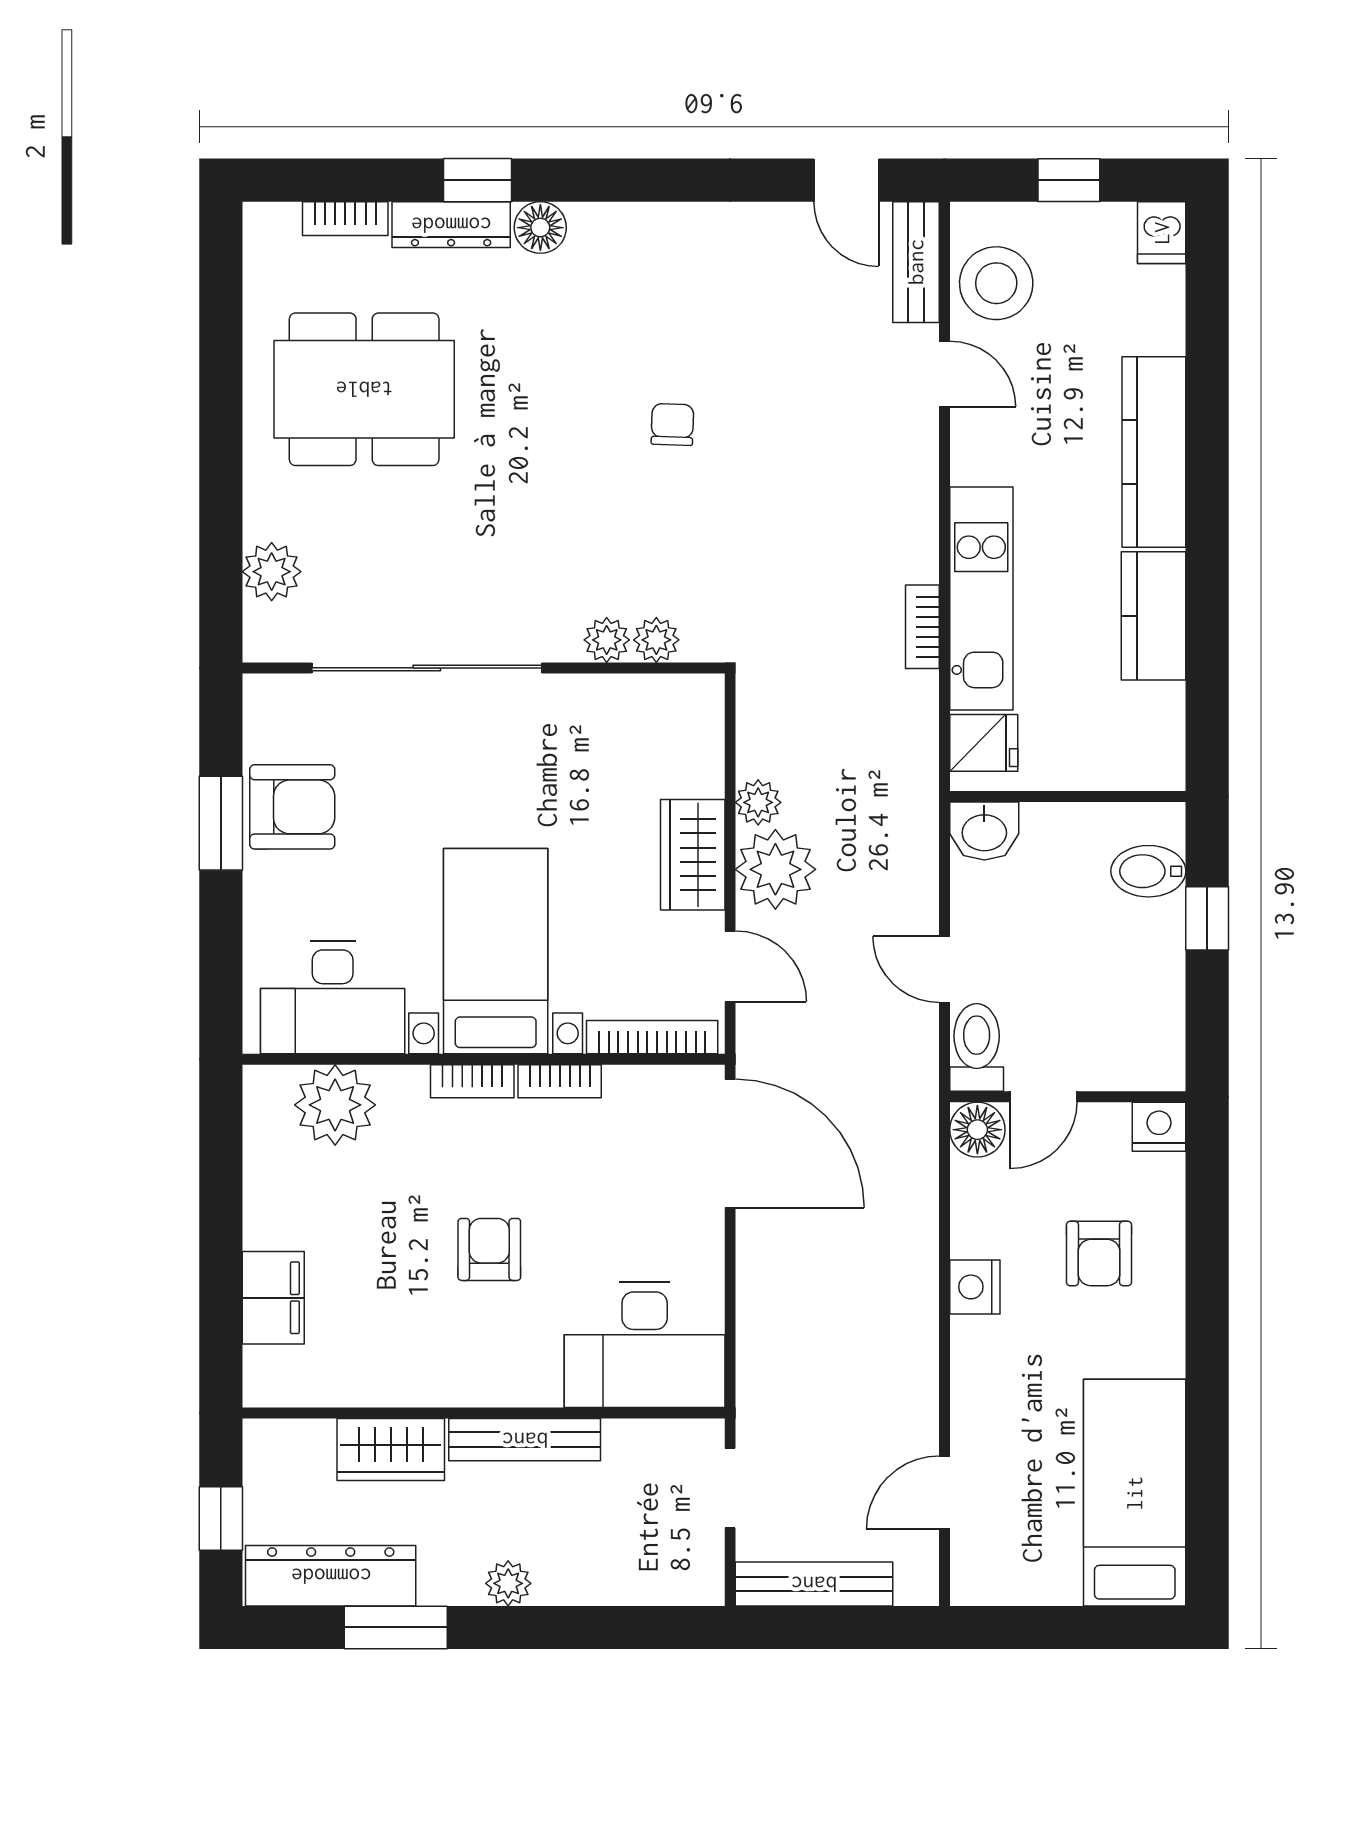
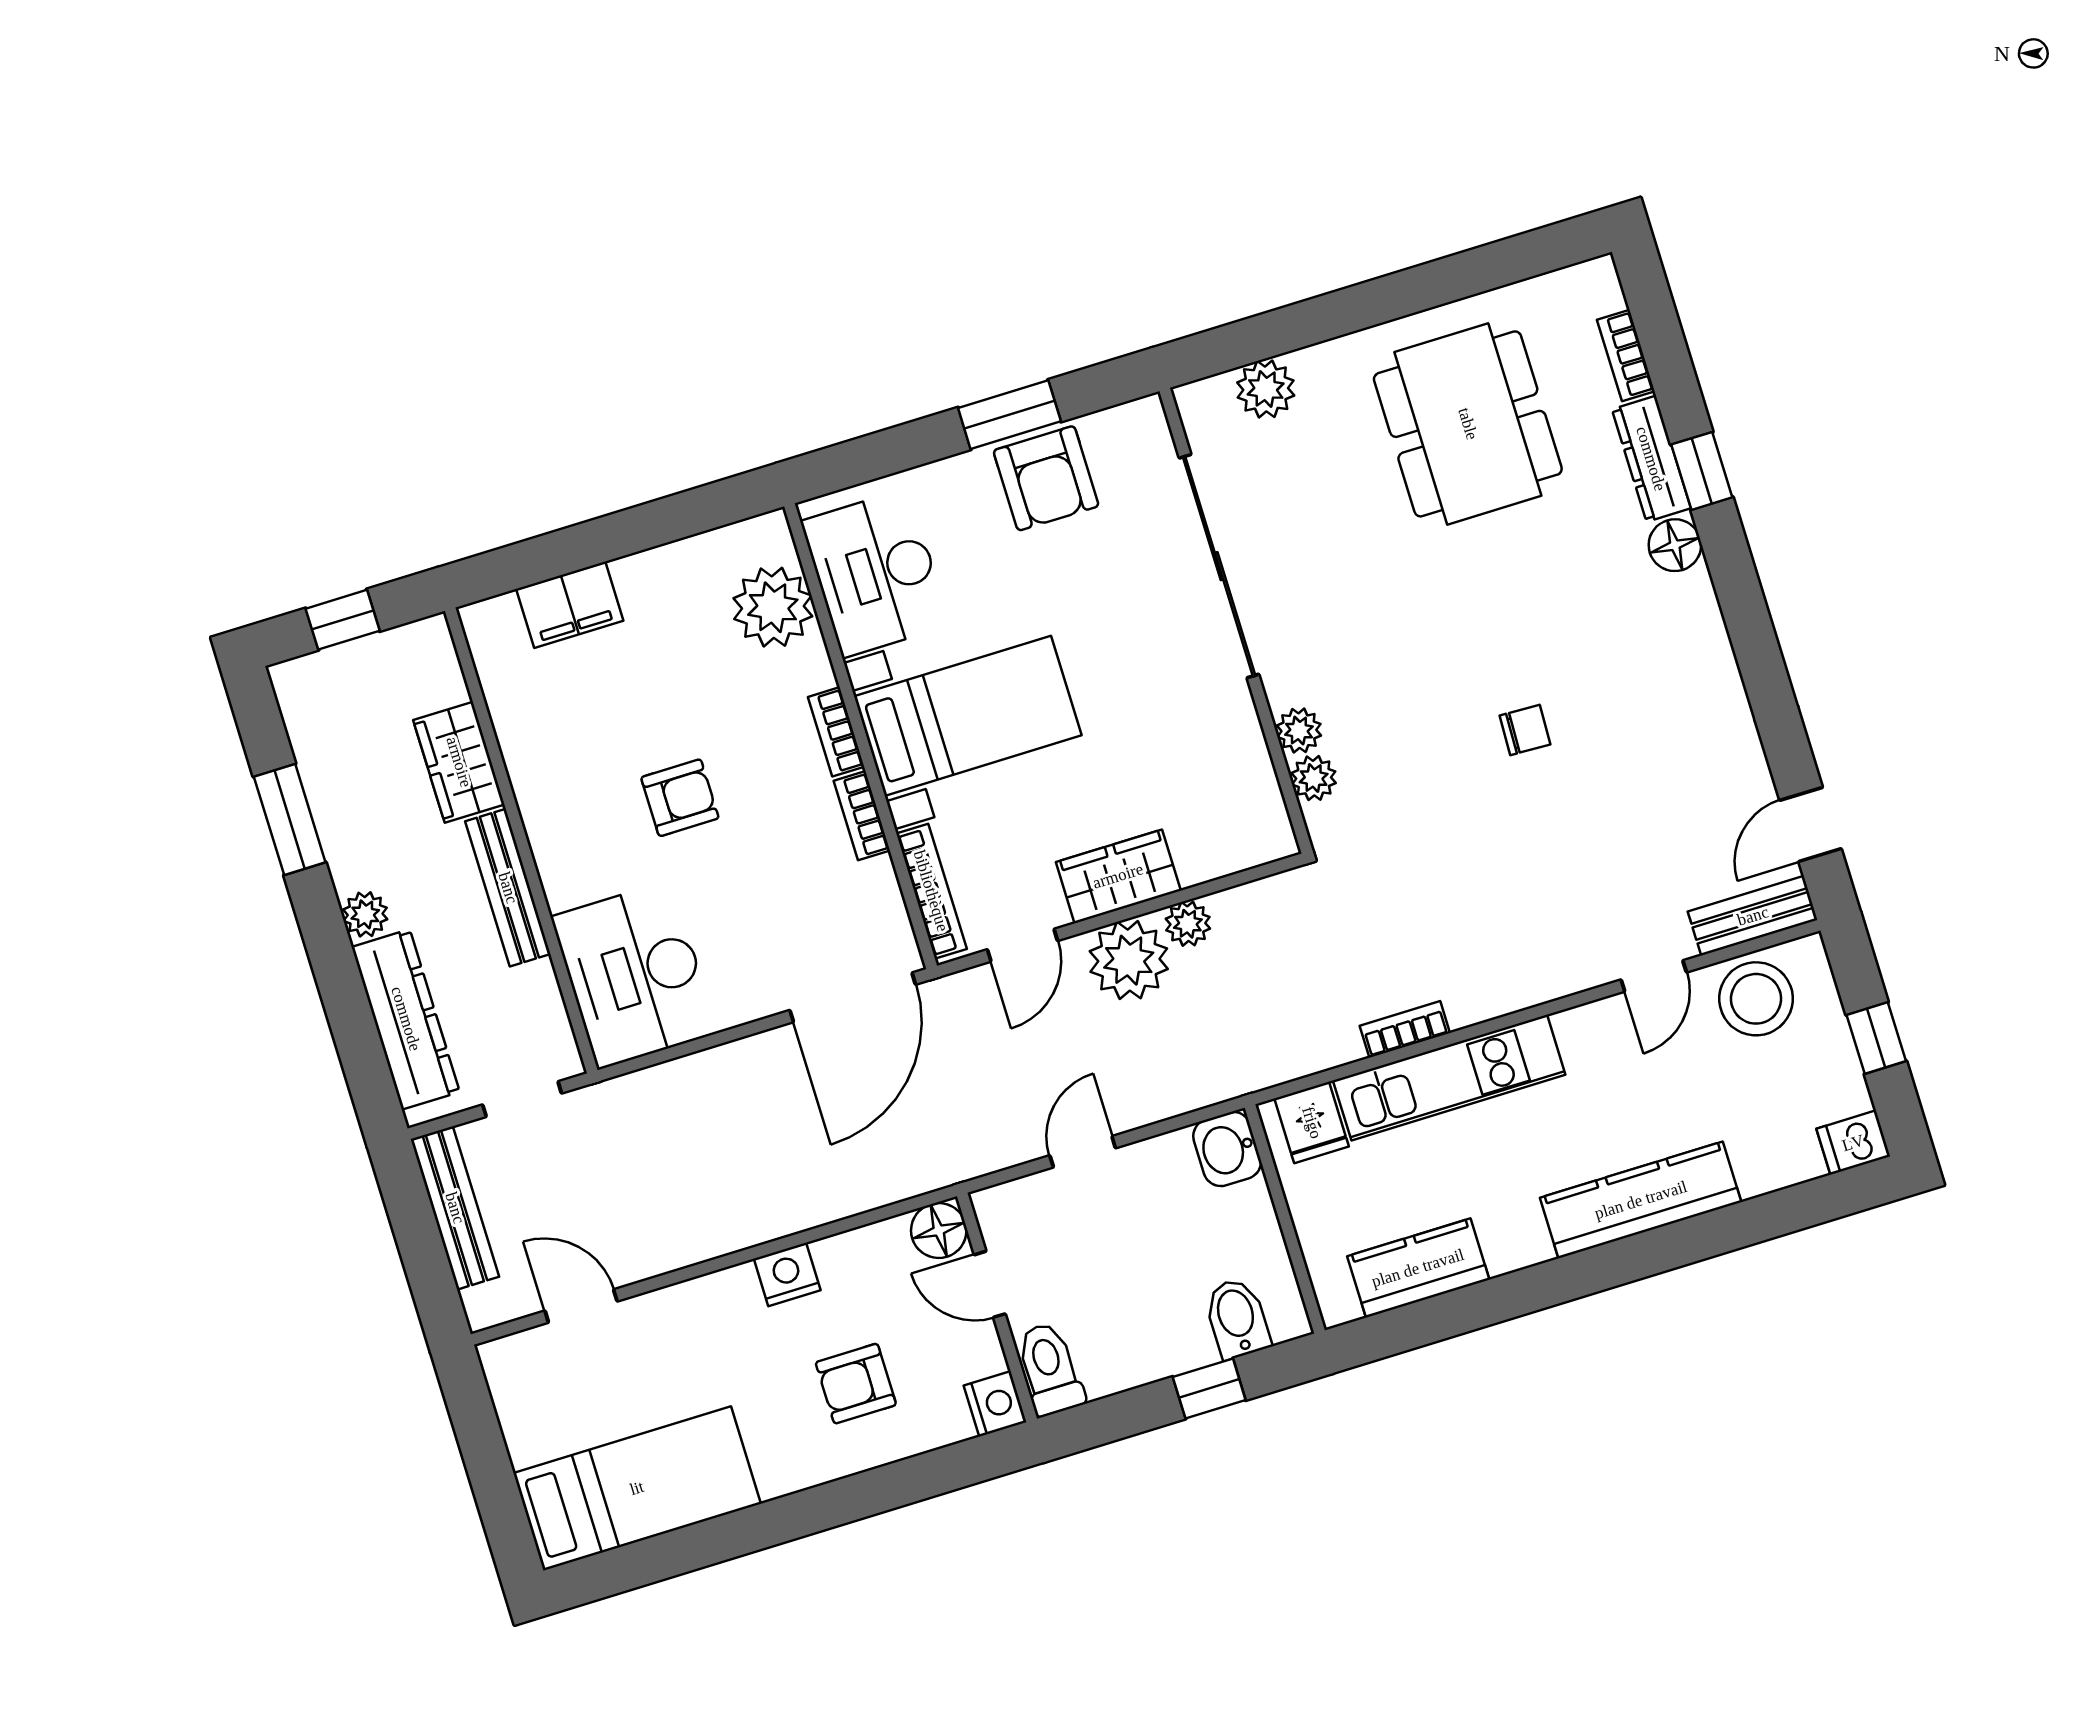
kitchen counter: (1154, 616) -> (1418, 1268), moved
toilet: (977, 1047) -> (1050, 1369), moved, turned -90
dresser: (331, 1576) -> (406, 1019), moved

